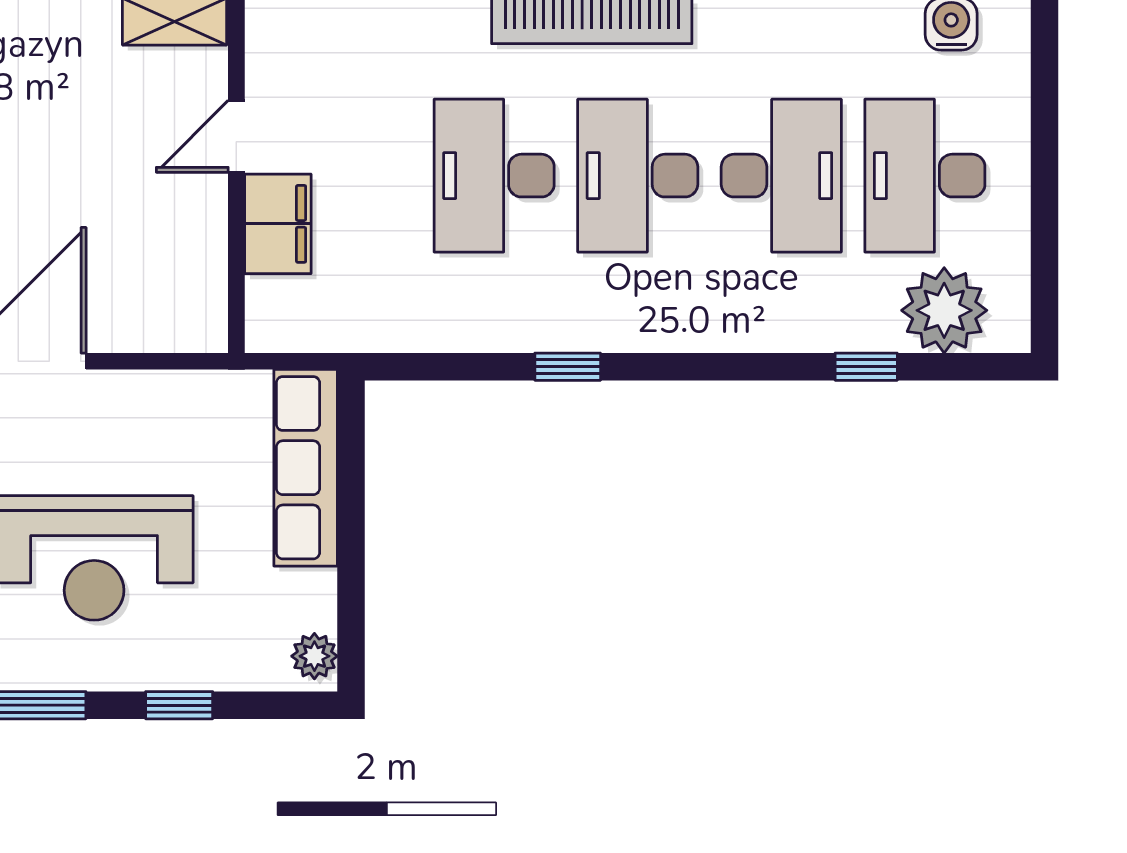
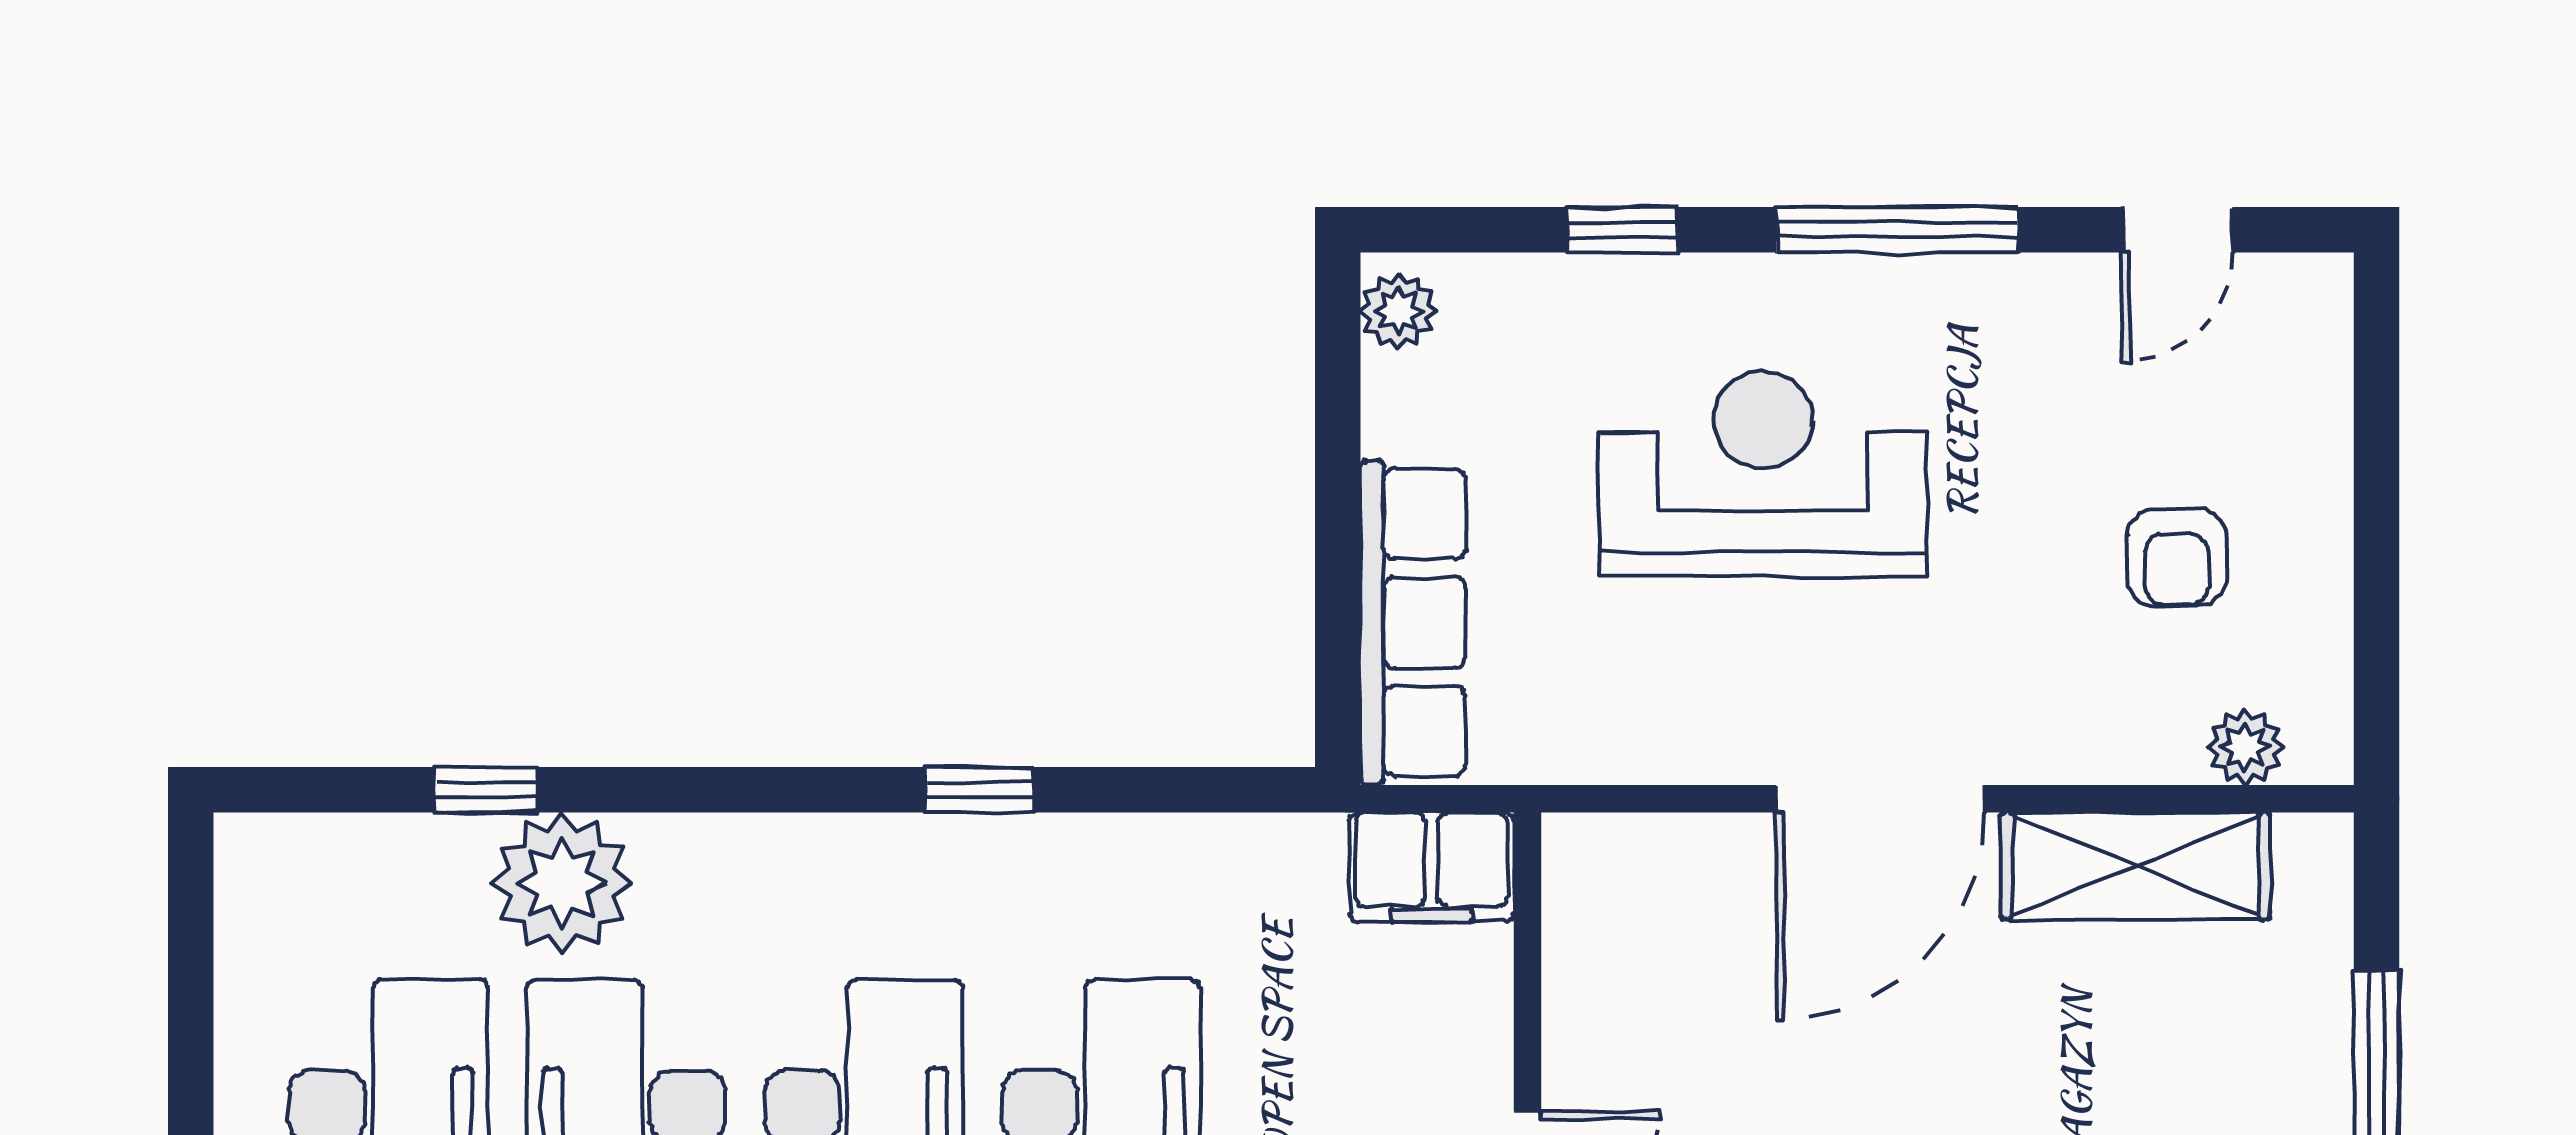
filing cabinet: (278, 224) -> (1432, 867), moved, turned -90
plant: (944, 310) -> (562, 883), moved

